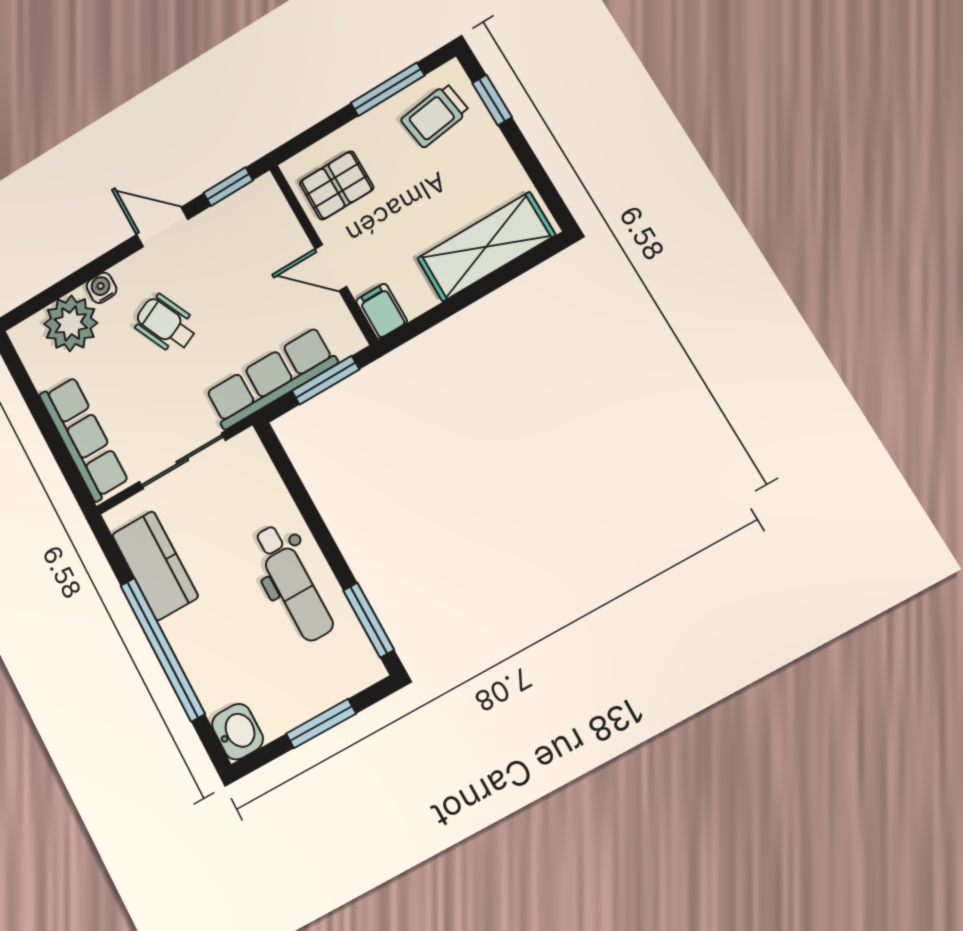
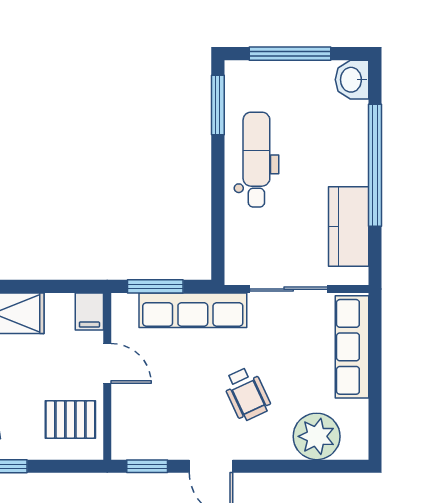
water cooler: (102, 288) -> (280, 449), removed
window: (321, 724) -> (290, 54), width x1.44

